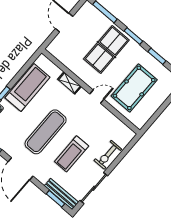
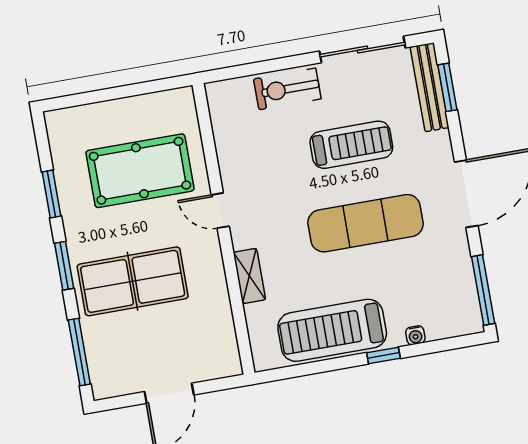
exercise bike: (108, 155) -> (287, 89), turned 180

